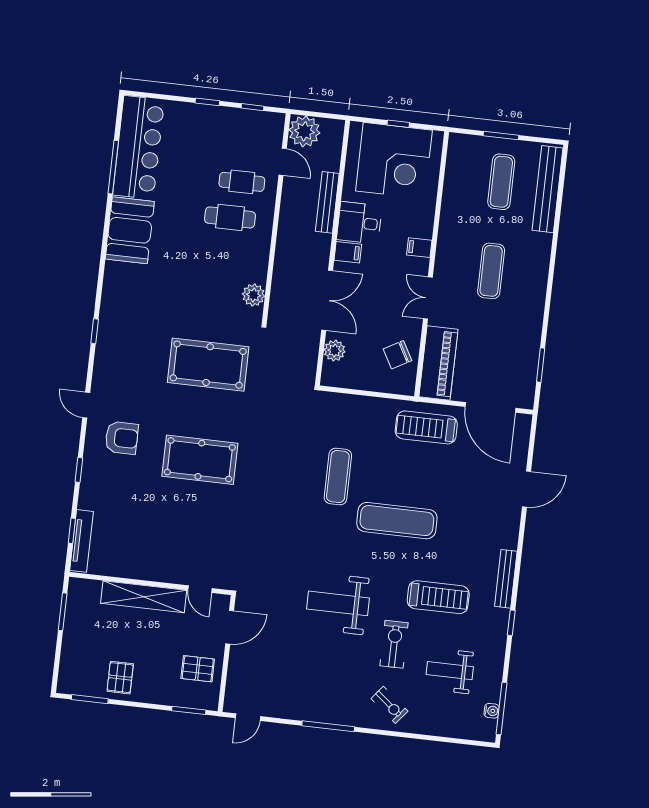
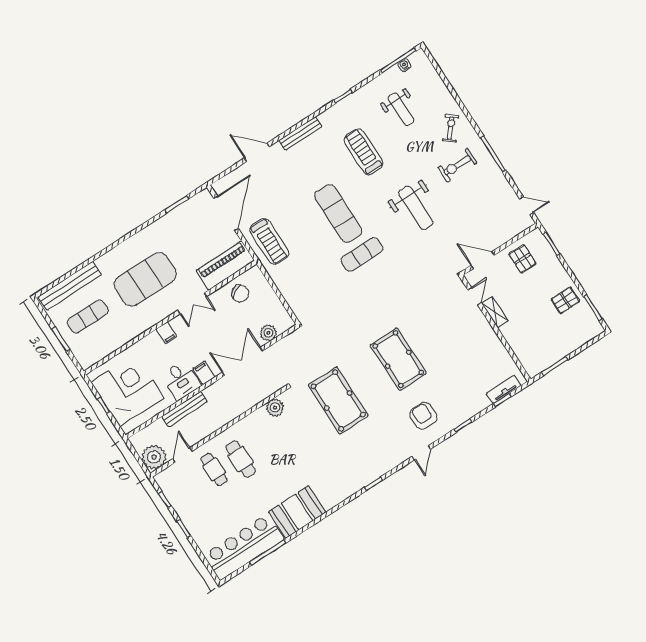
exercise mat: (491, 271) -> (145, 279), width x2.00, depth x1.45
exercise mat: (338, 477) -> (362, 254), moved
tv unit: (81, 541) -> (504, 389), width x0.71
bench: (506, 579) -> (300, 134), moved
shelving: (144, 597) -> (495, 312), width x0.45, depth x0.75
exercise bike: (394, 644) -> (457, 165), moved

